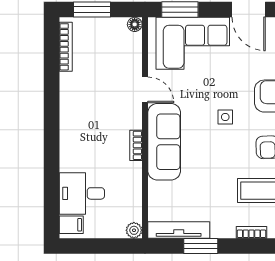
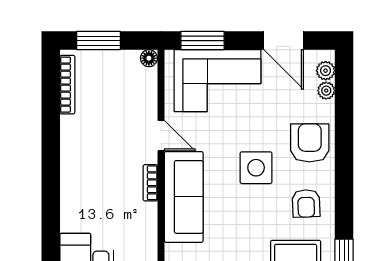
side table: (225, 117) -> (256, 168), width x1.87, depth x1.87
bookcase: (136, 145) -> (150, 183), moved

